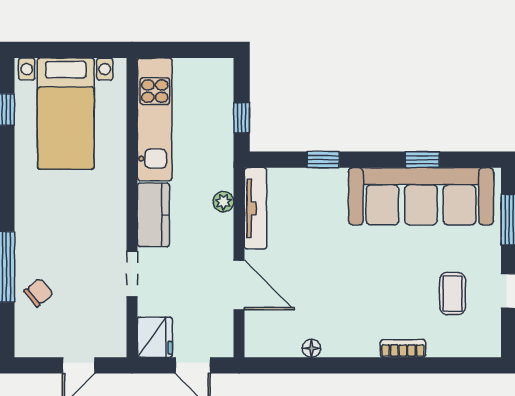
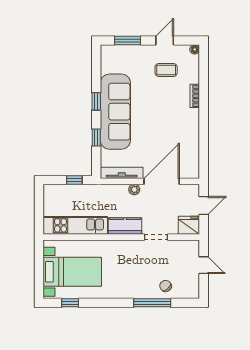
window: (422, 160) -> (96, 101), moved
sofa: (421, 196) -> (115, 112), moved
plant: (223, 202) -> (134, 190), moved
door: (239, 285) -> (162, 181), width x1.36
floor lamp: (311, 348) -> (195, 49), moved

